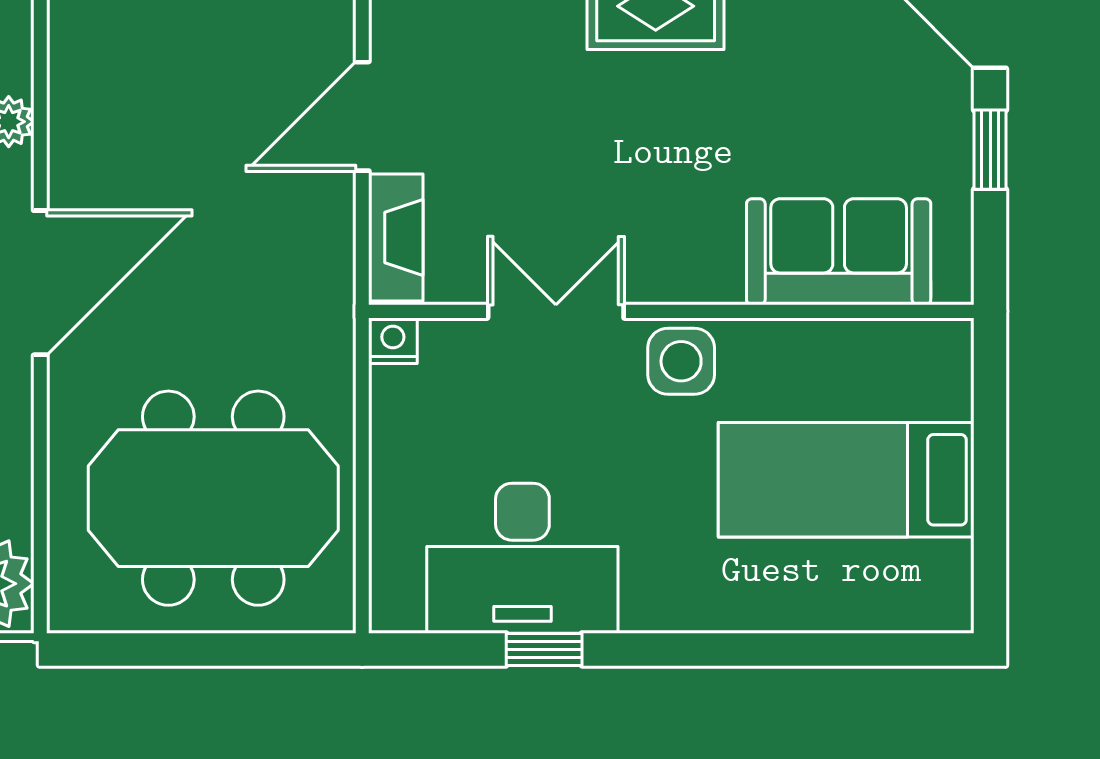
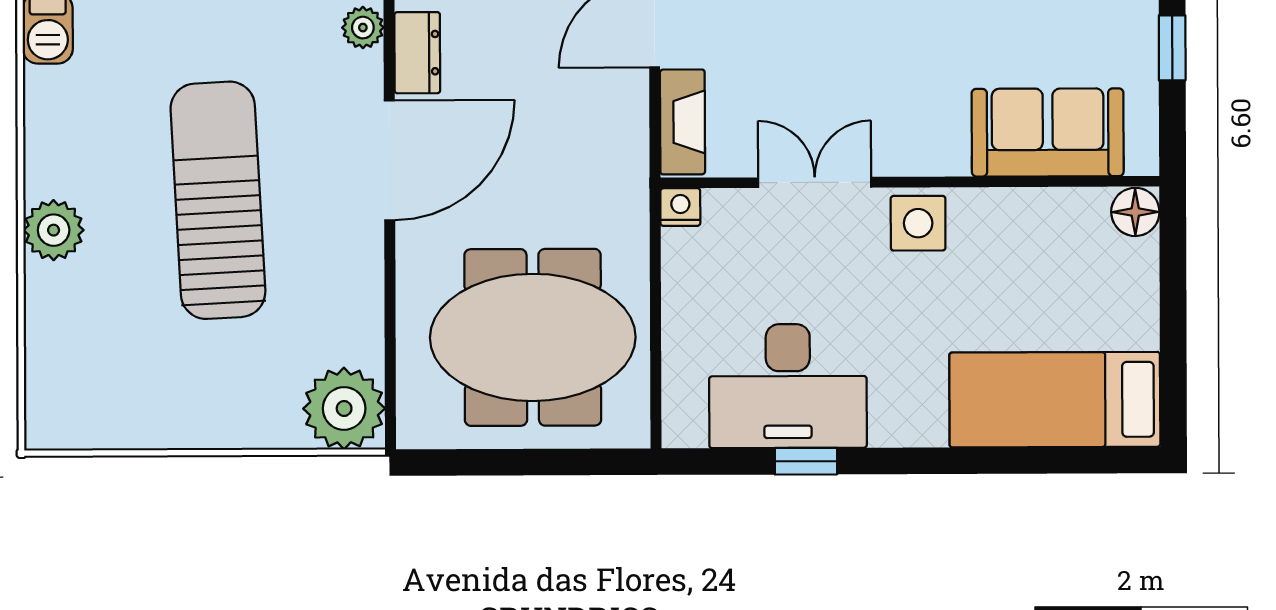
dresser: (74, 152) -> (417, 53), added
floor lamp: (945, 349) -> (1135, 212), added
bed: (846, 480) -> (1055, 400), moved

